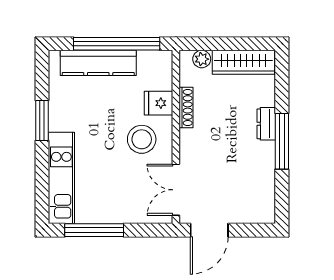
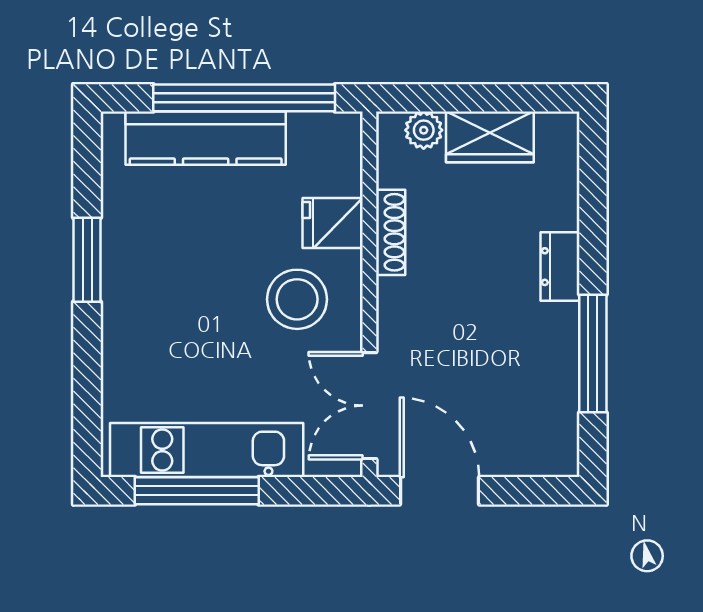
wardrobe: (243, 62) -> (490, 137), width x0.67
window: (282, 141) -> (593, 353), moved
kitchen unit: (61, 178) -> (207, 450), moved, turned -90
door: (209, 230) -> (440, 491), swing flipped

